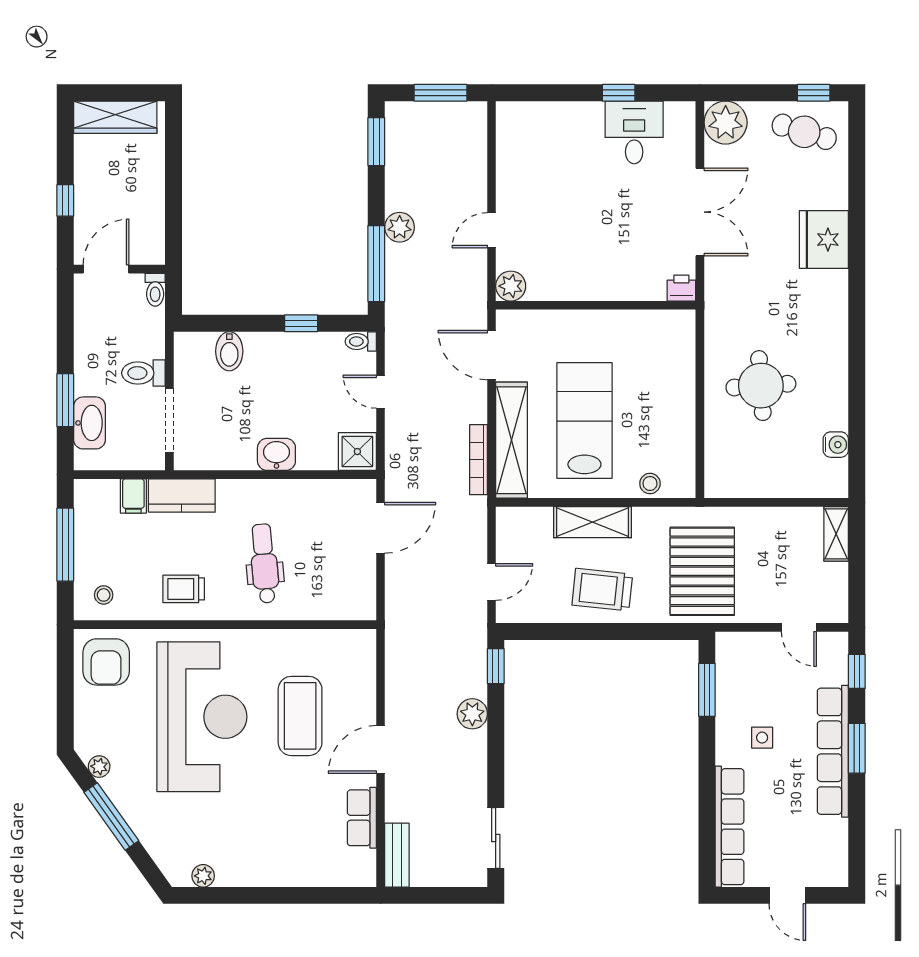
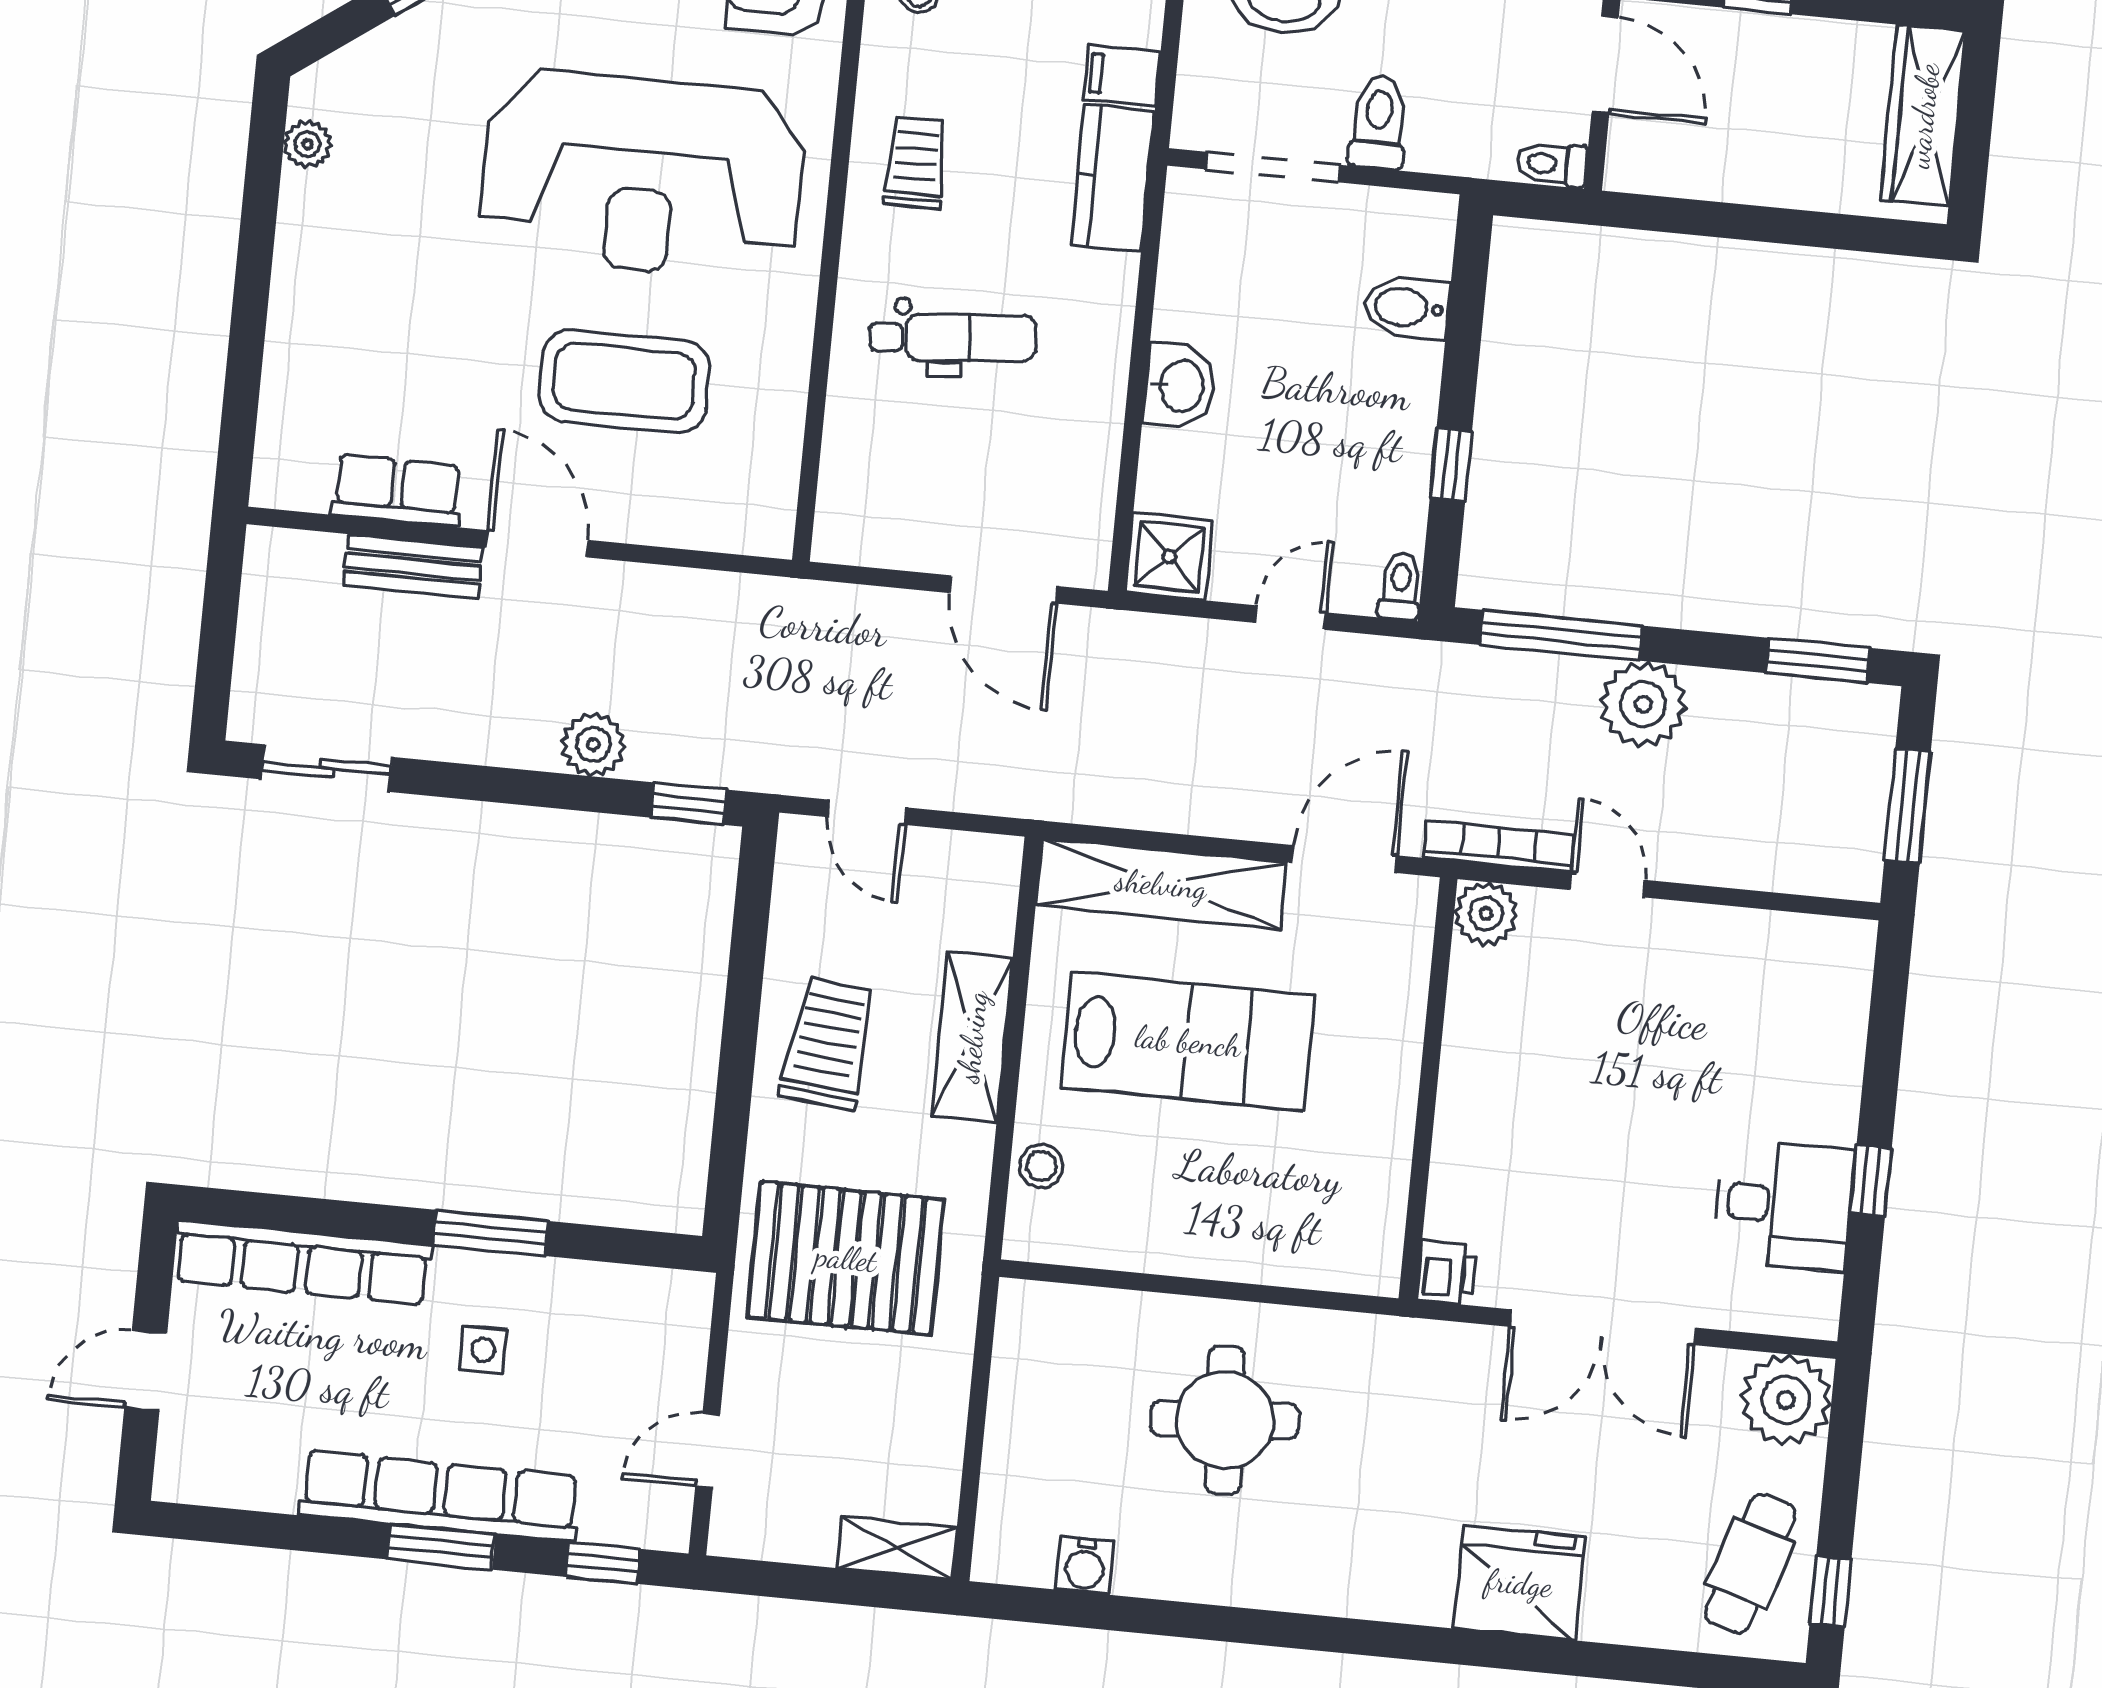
plant: (400, 227) -> (1643, 704), width x1.36, depth x1.36
bookcase: (478, 460) -> (1498, 846), moved
window: (707, 690) -> (490, 1233), moved
bench: (397, 855) -> (413, 566), moved

